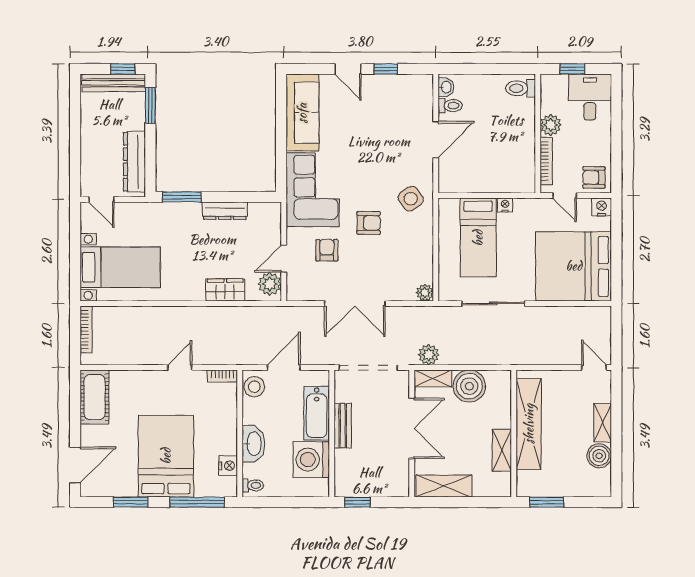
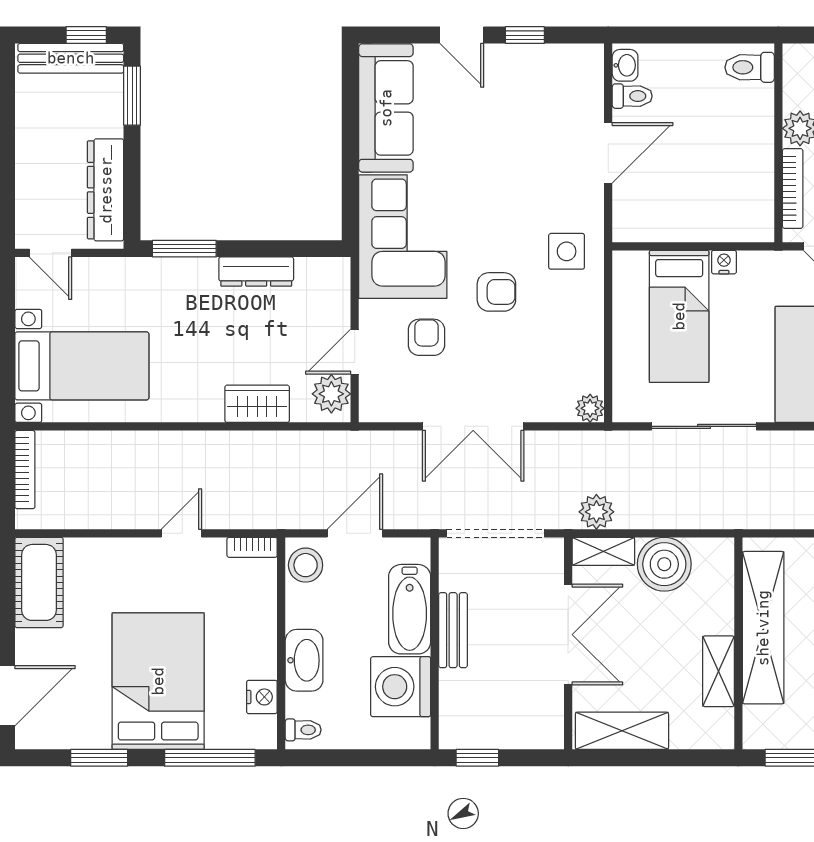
side table: (411, 199) -> (567, 251), turned 36

